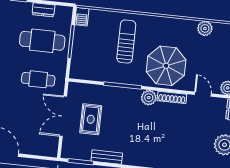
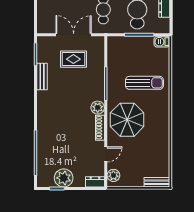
plant: (205, 28) -> (163, 150), removed

